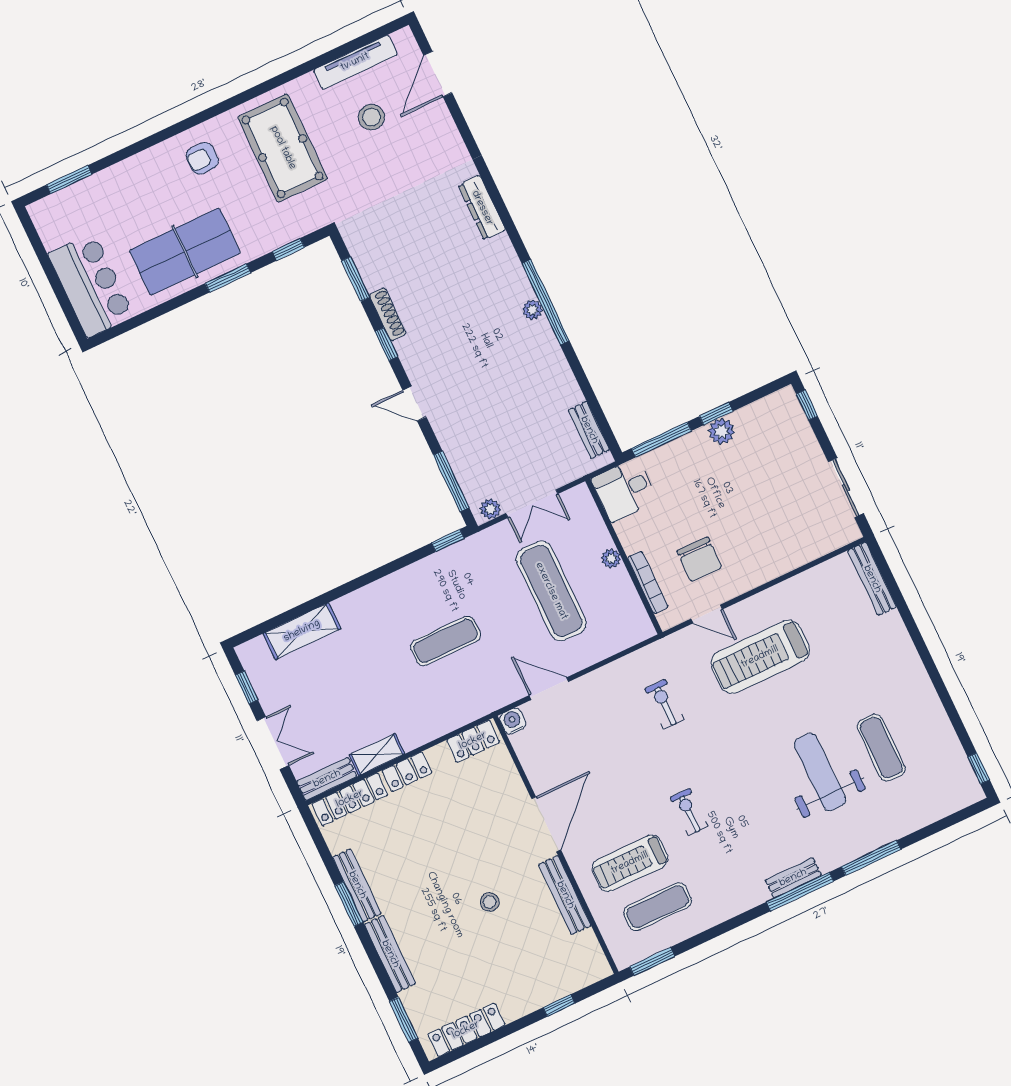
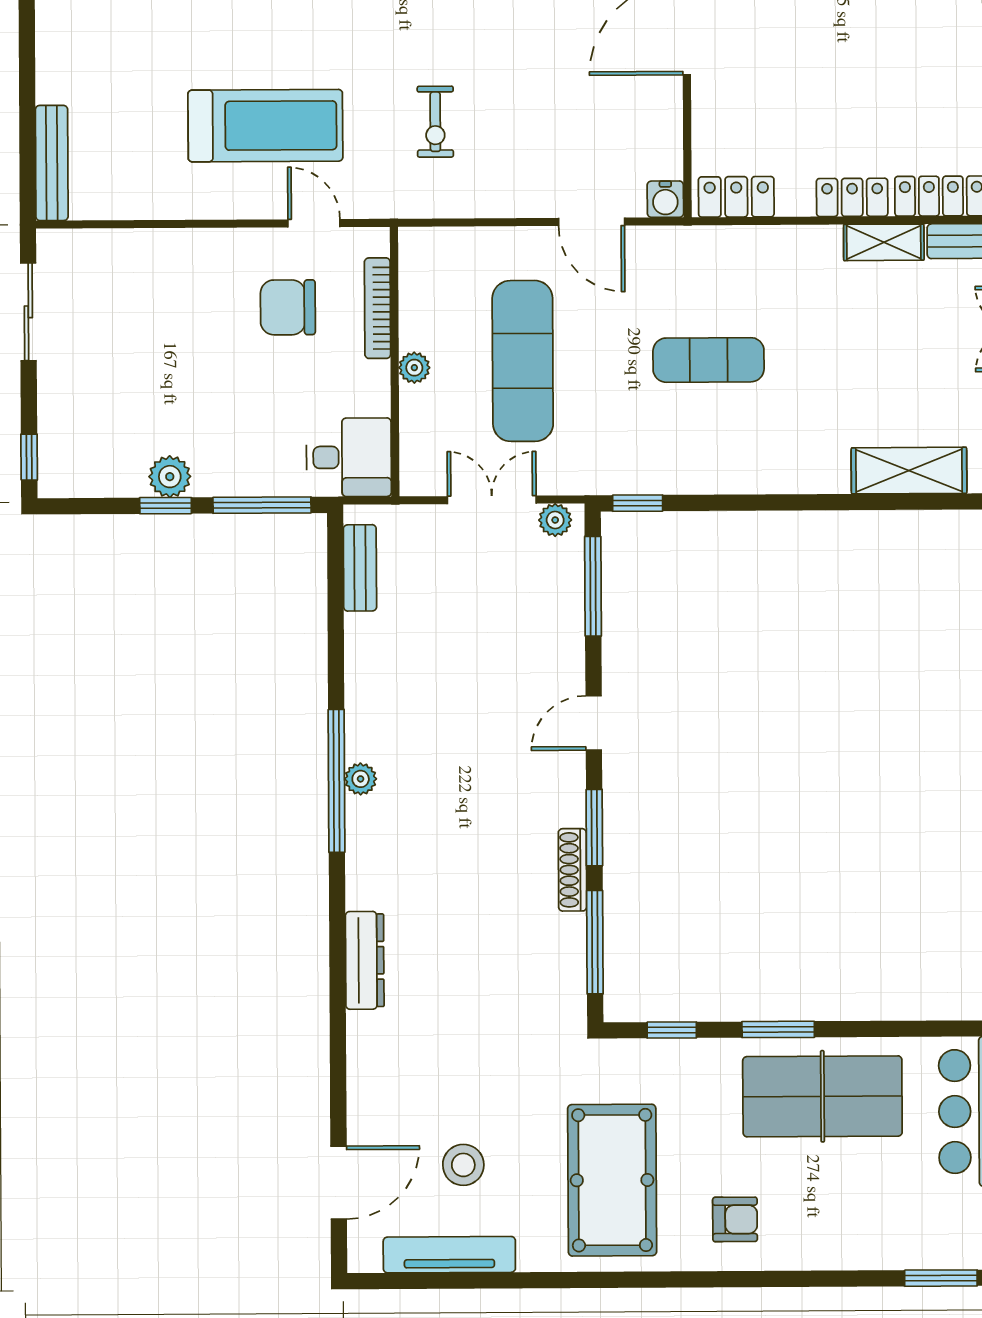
window: (356, 279) -> (595, 942), width x1.44
window: (386, 344) -> (594, 828), width x1.50
door: (414, 404) -> (594, 723), swing flipped
chair: (699, 559) -> (288, 307), turned -91

